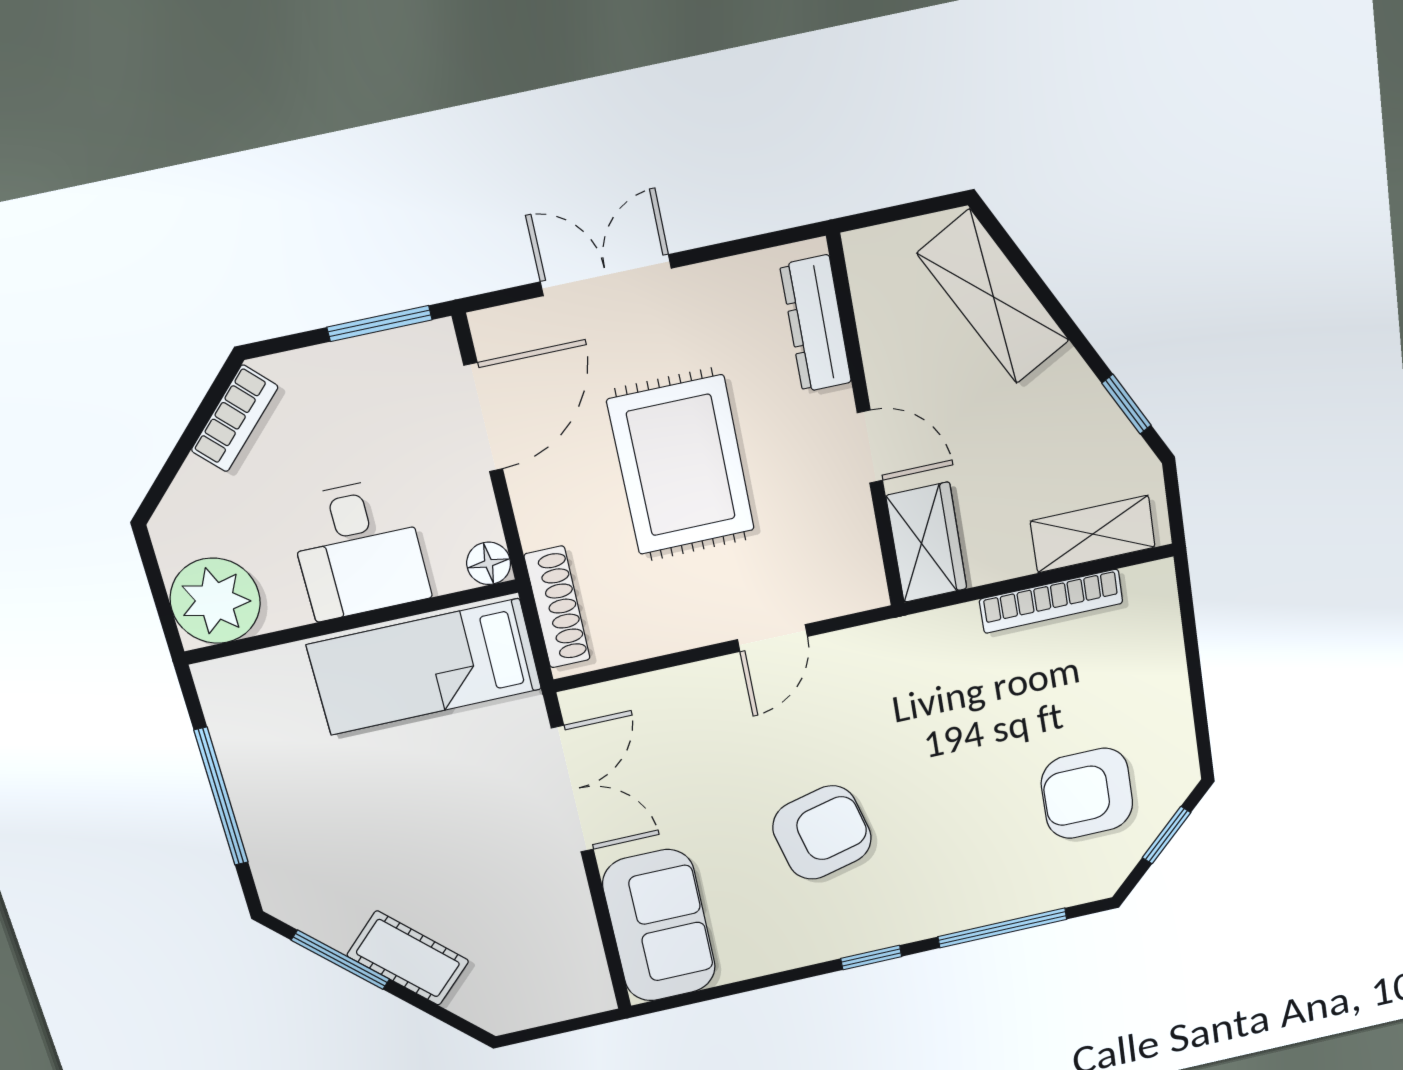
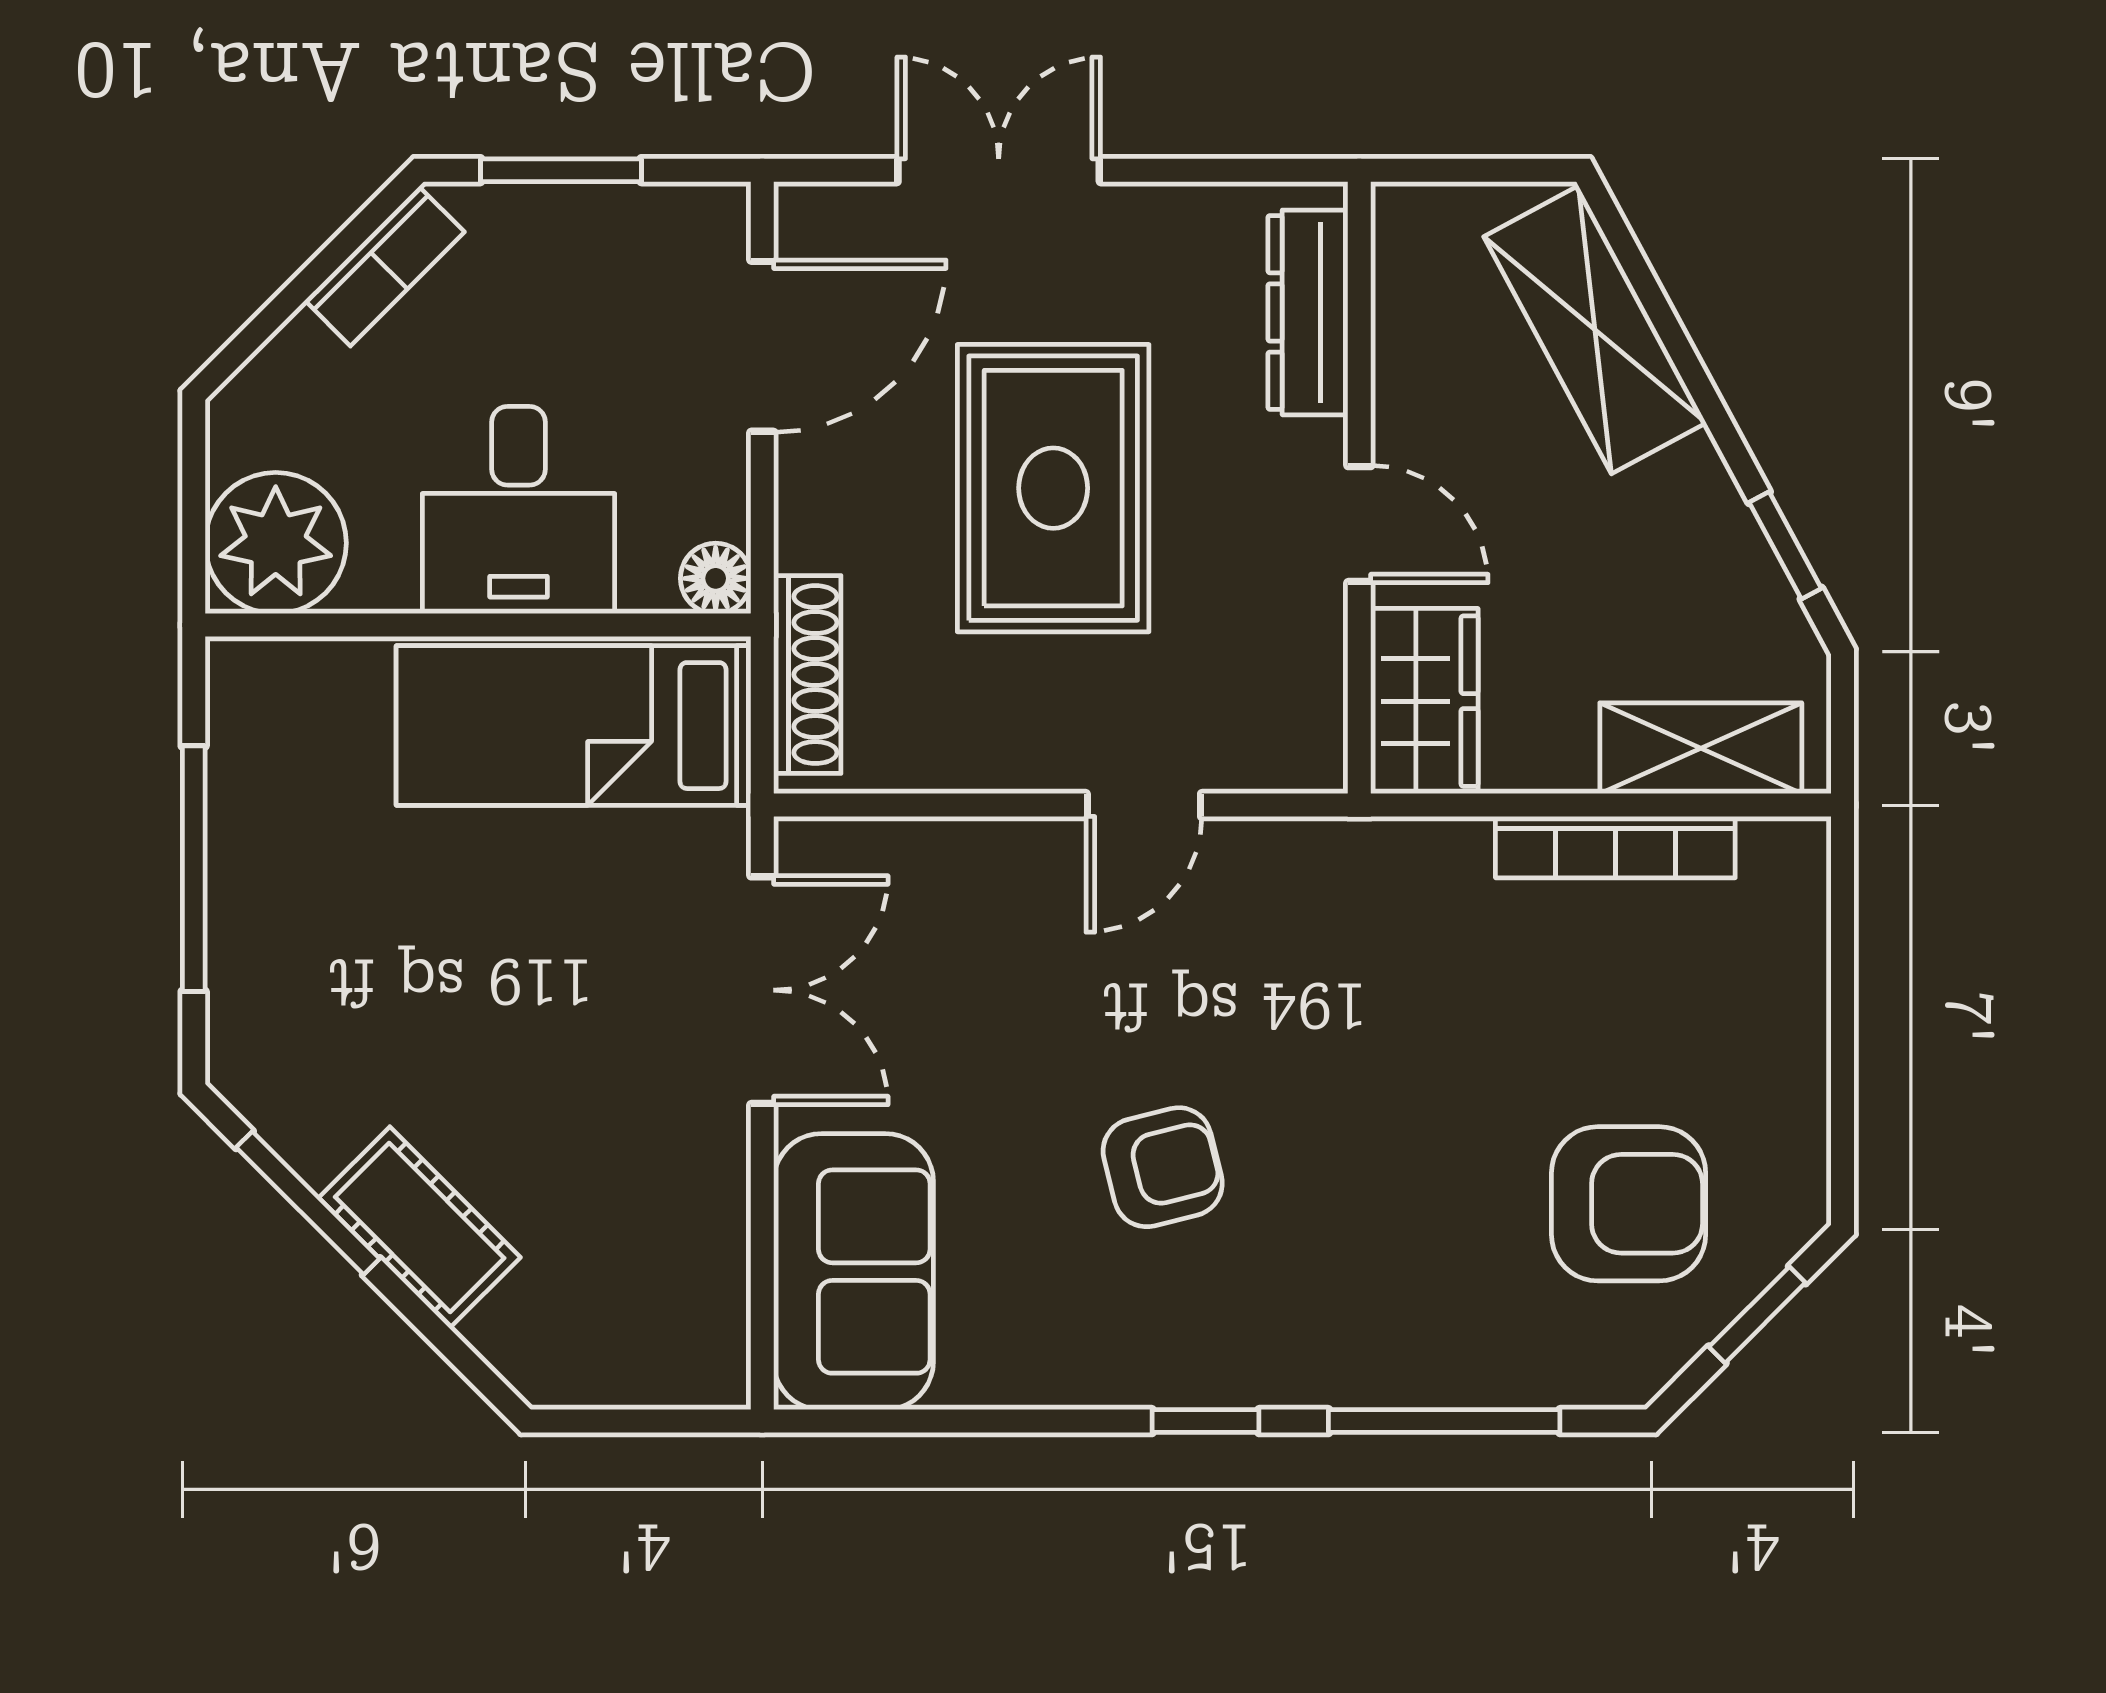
window: (379, 323) -> (561, 170), moved
armchair: (1087, 793) -> (1629, 1204), turned 180
armchair: (822, 833) -> (1163, 1167), width x0.72, depth x0.72

